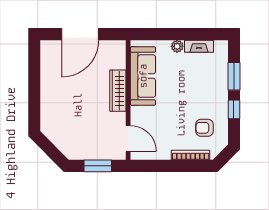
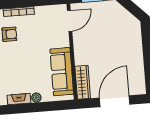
wardrobe: (118, 91) -> (83, 82), moved
door: (128, 138) -> (70, 21), swing flipped

